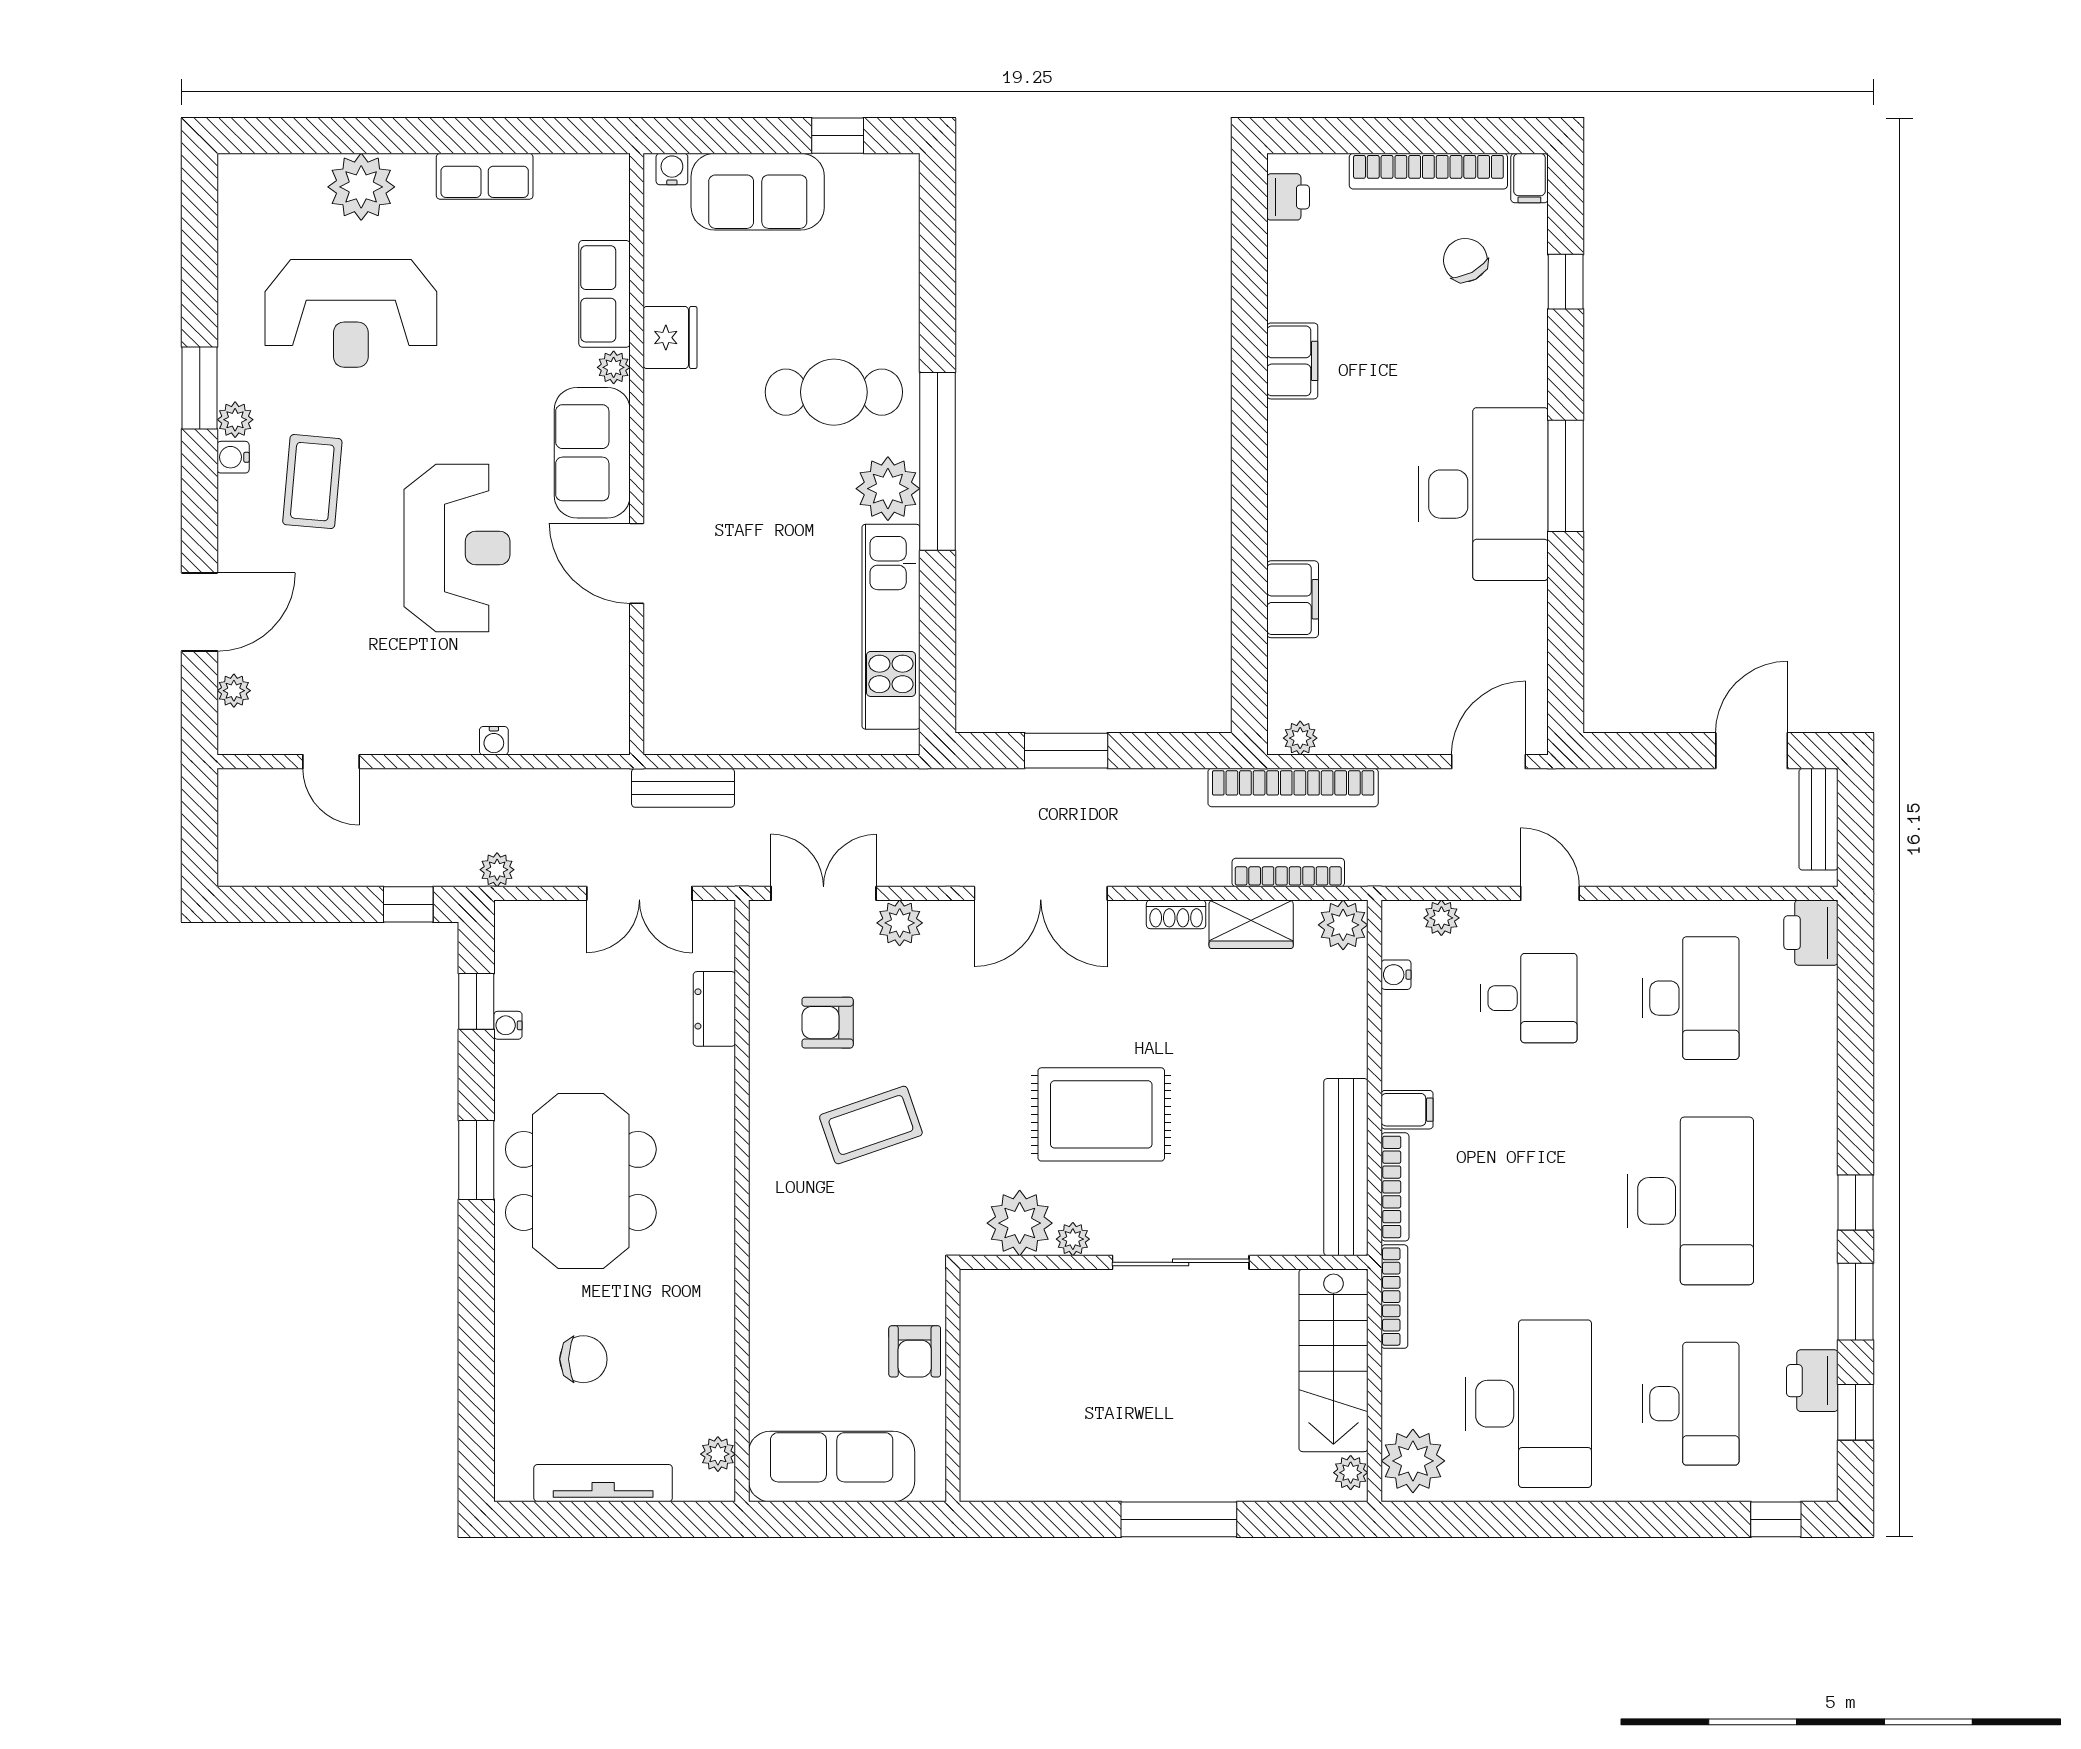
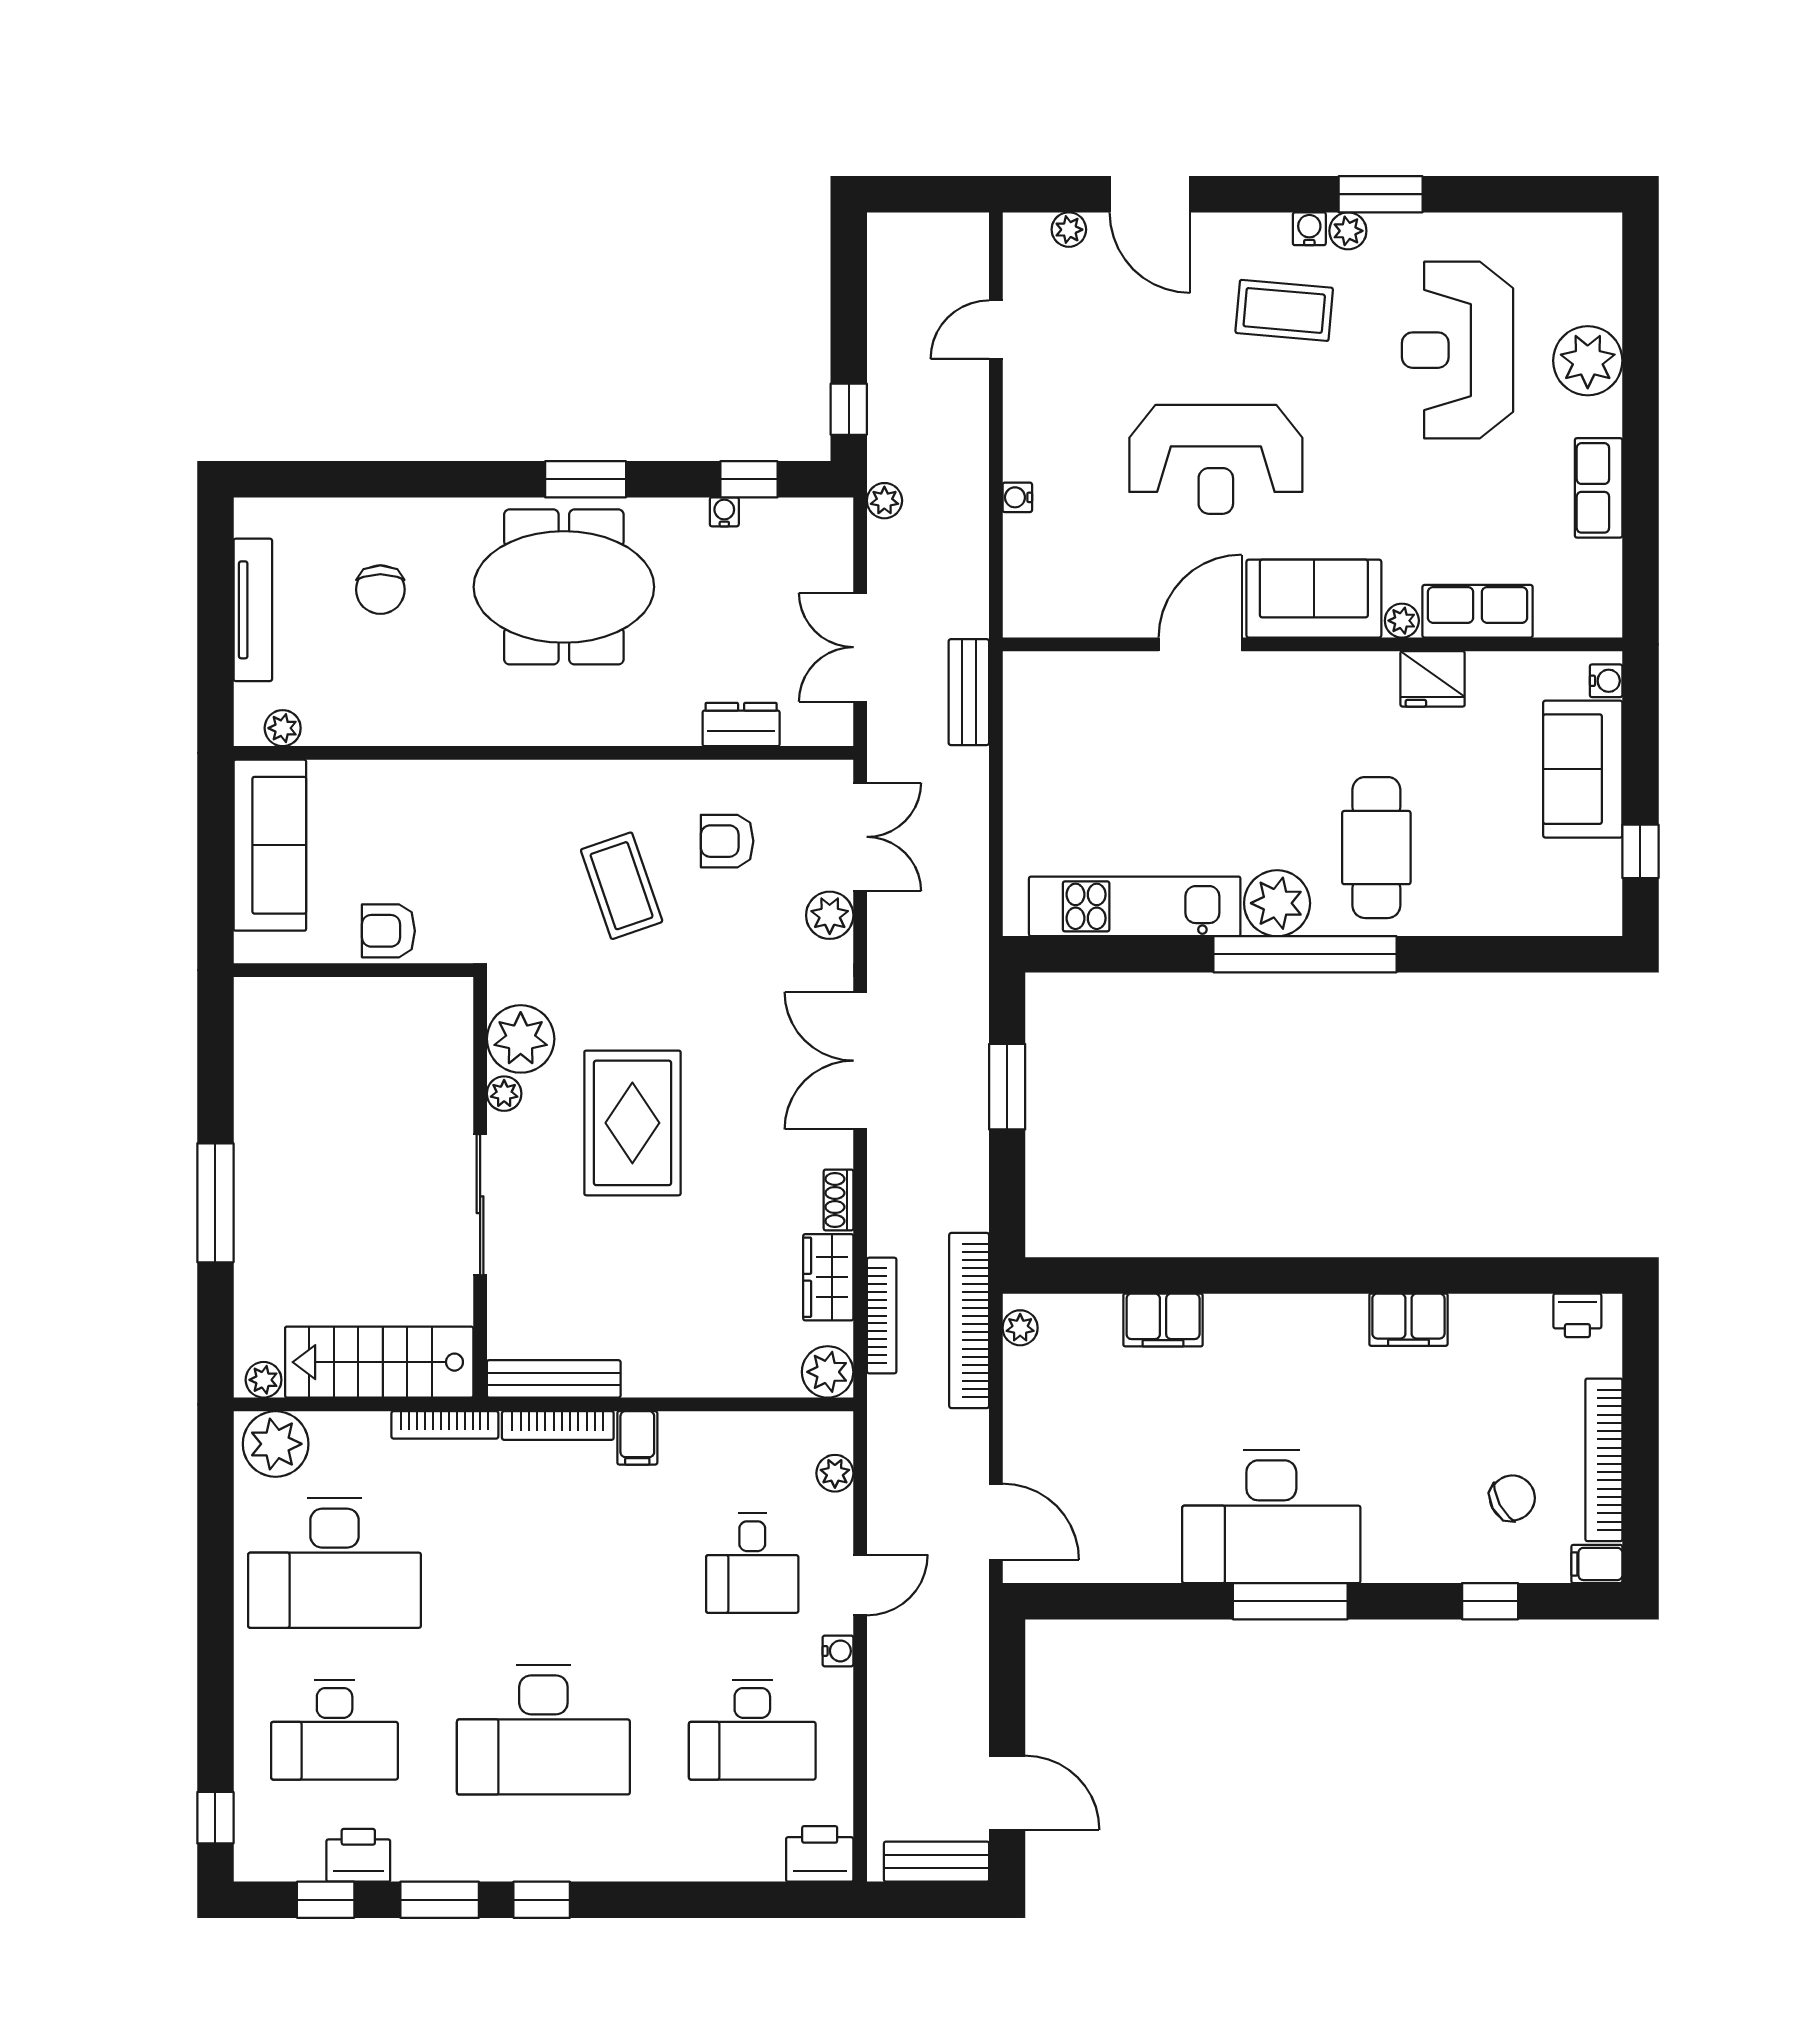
water cooler: (1396, 975) -> (838, 1651), moved, turned 90
armchair: (828, 1023) -> (727, 841), turned -90
bench: (1346, 1167) -> (554, 1379), width x0.73, depth x0.82

